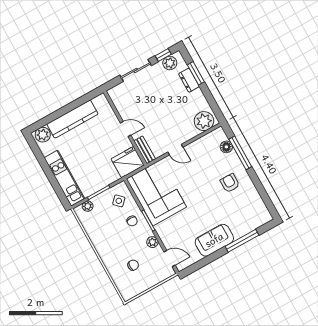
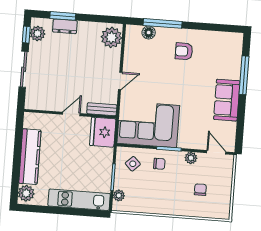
door: (169, 258) -> (216, 152), hinge flipped

